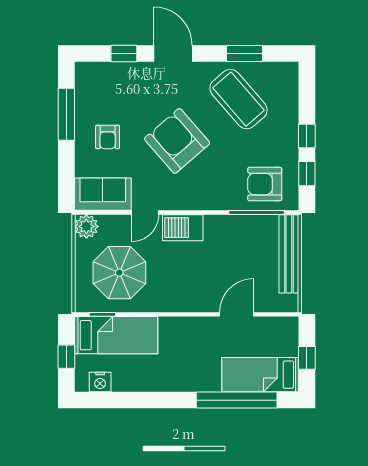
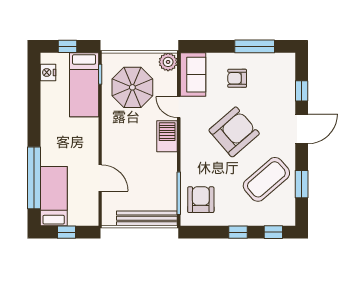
window: (307, 174) -> (273, 232), moved

